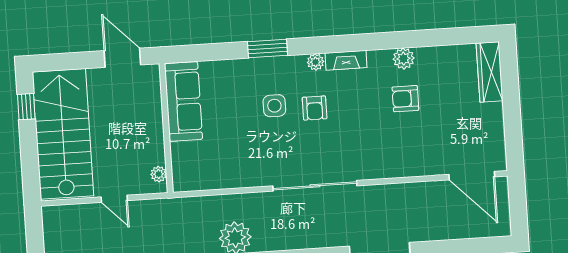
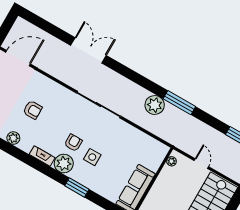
plant: (316, 62) -> (64, 164), width x1.87, depth x1.87
armchair: (405, 99) -> (33, 110), moved
door: (472, 176) -> (18, 58), hinge flipped

